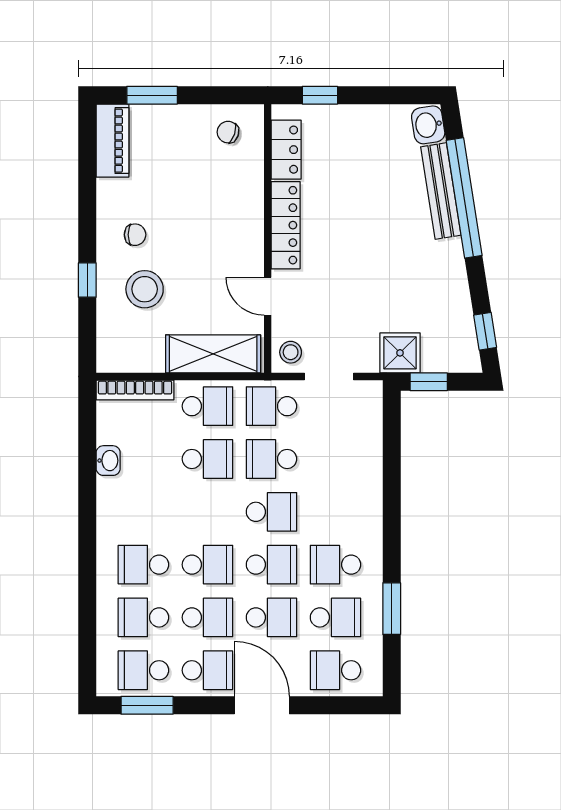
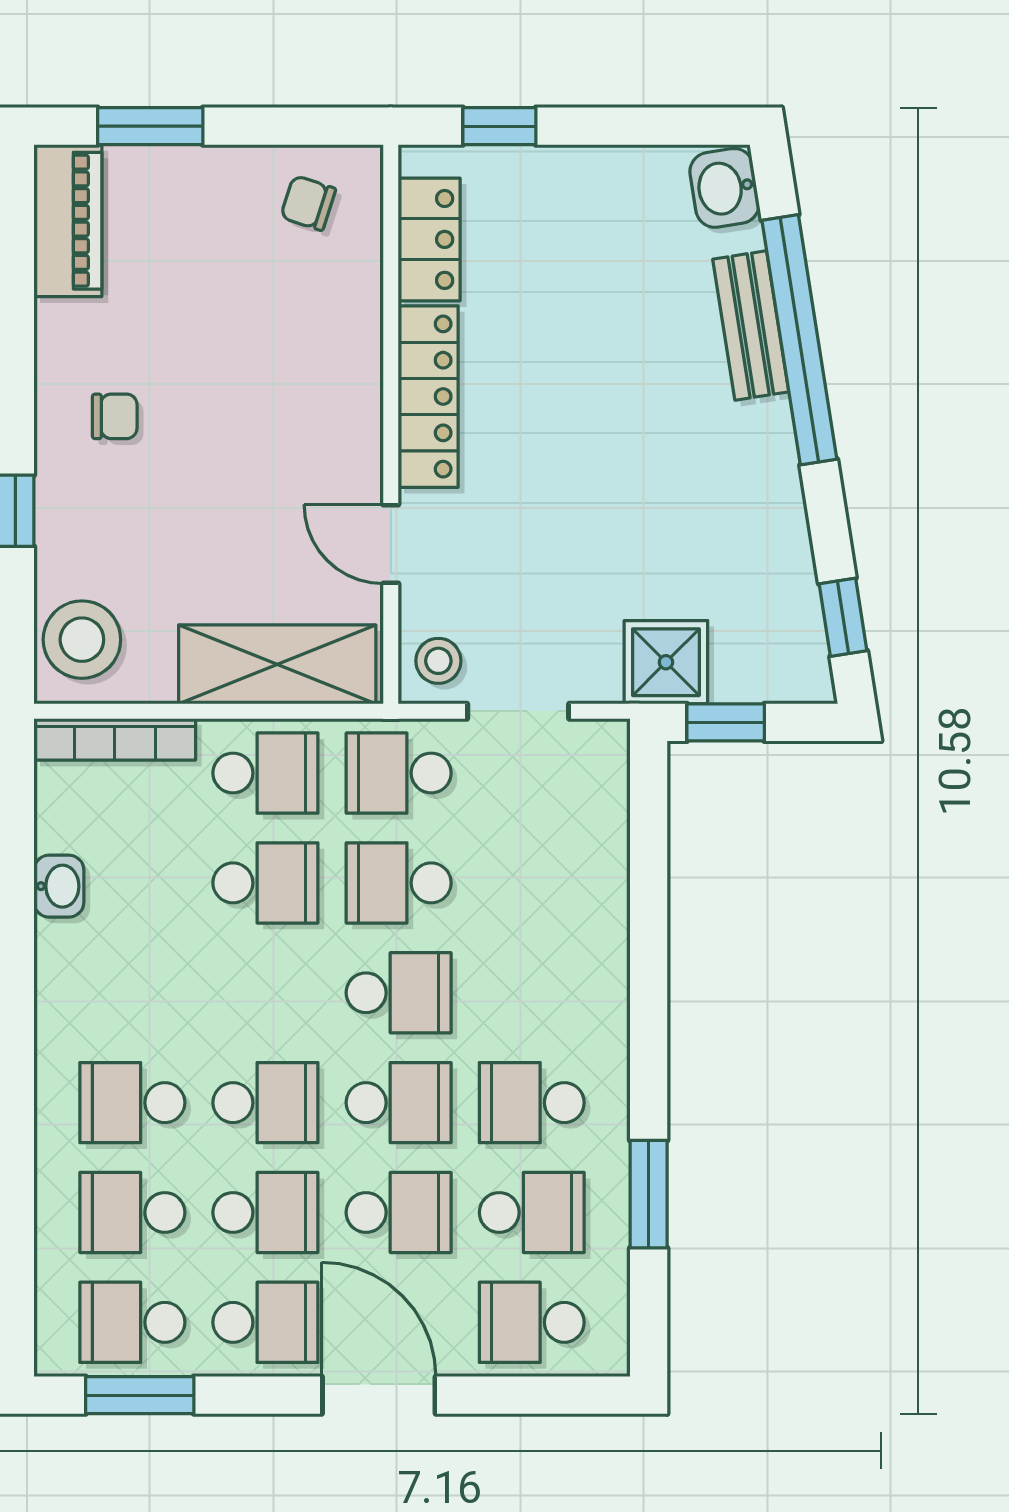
bench: (441, 191) -> (751, 325), width x0.73
stool: (145, 289) -> (82, 640), moved

